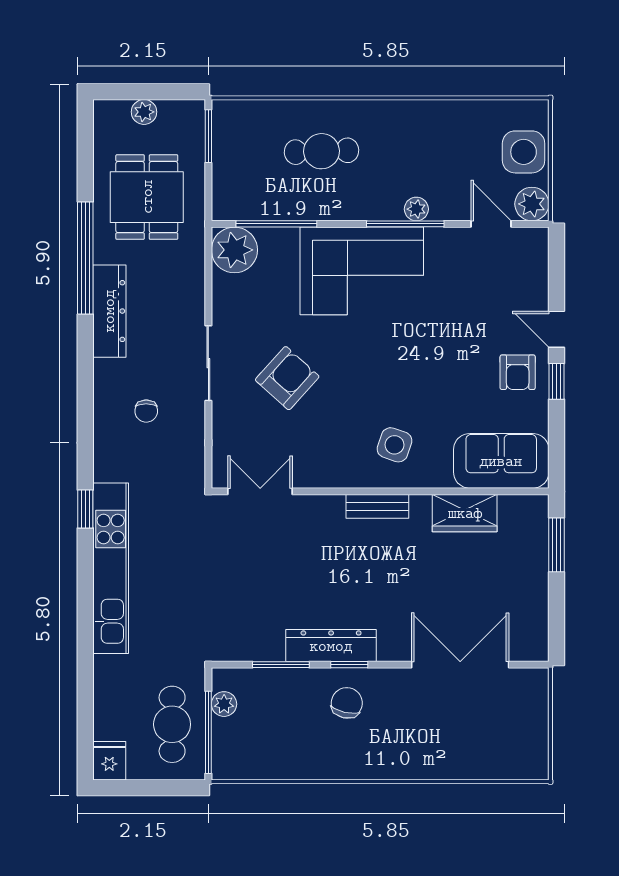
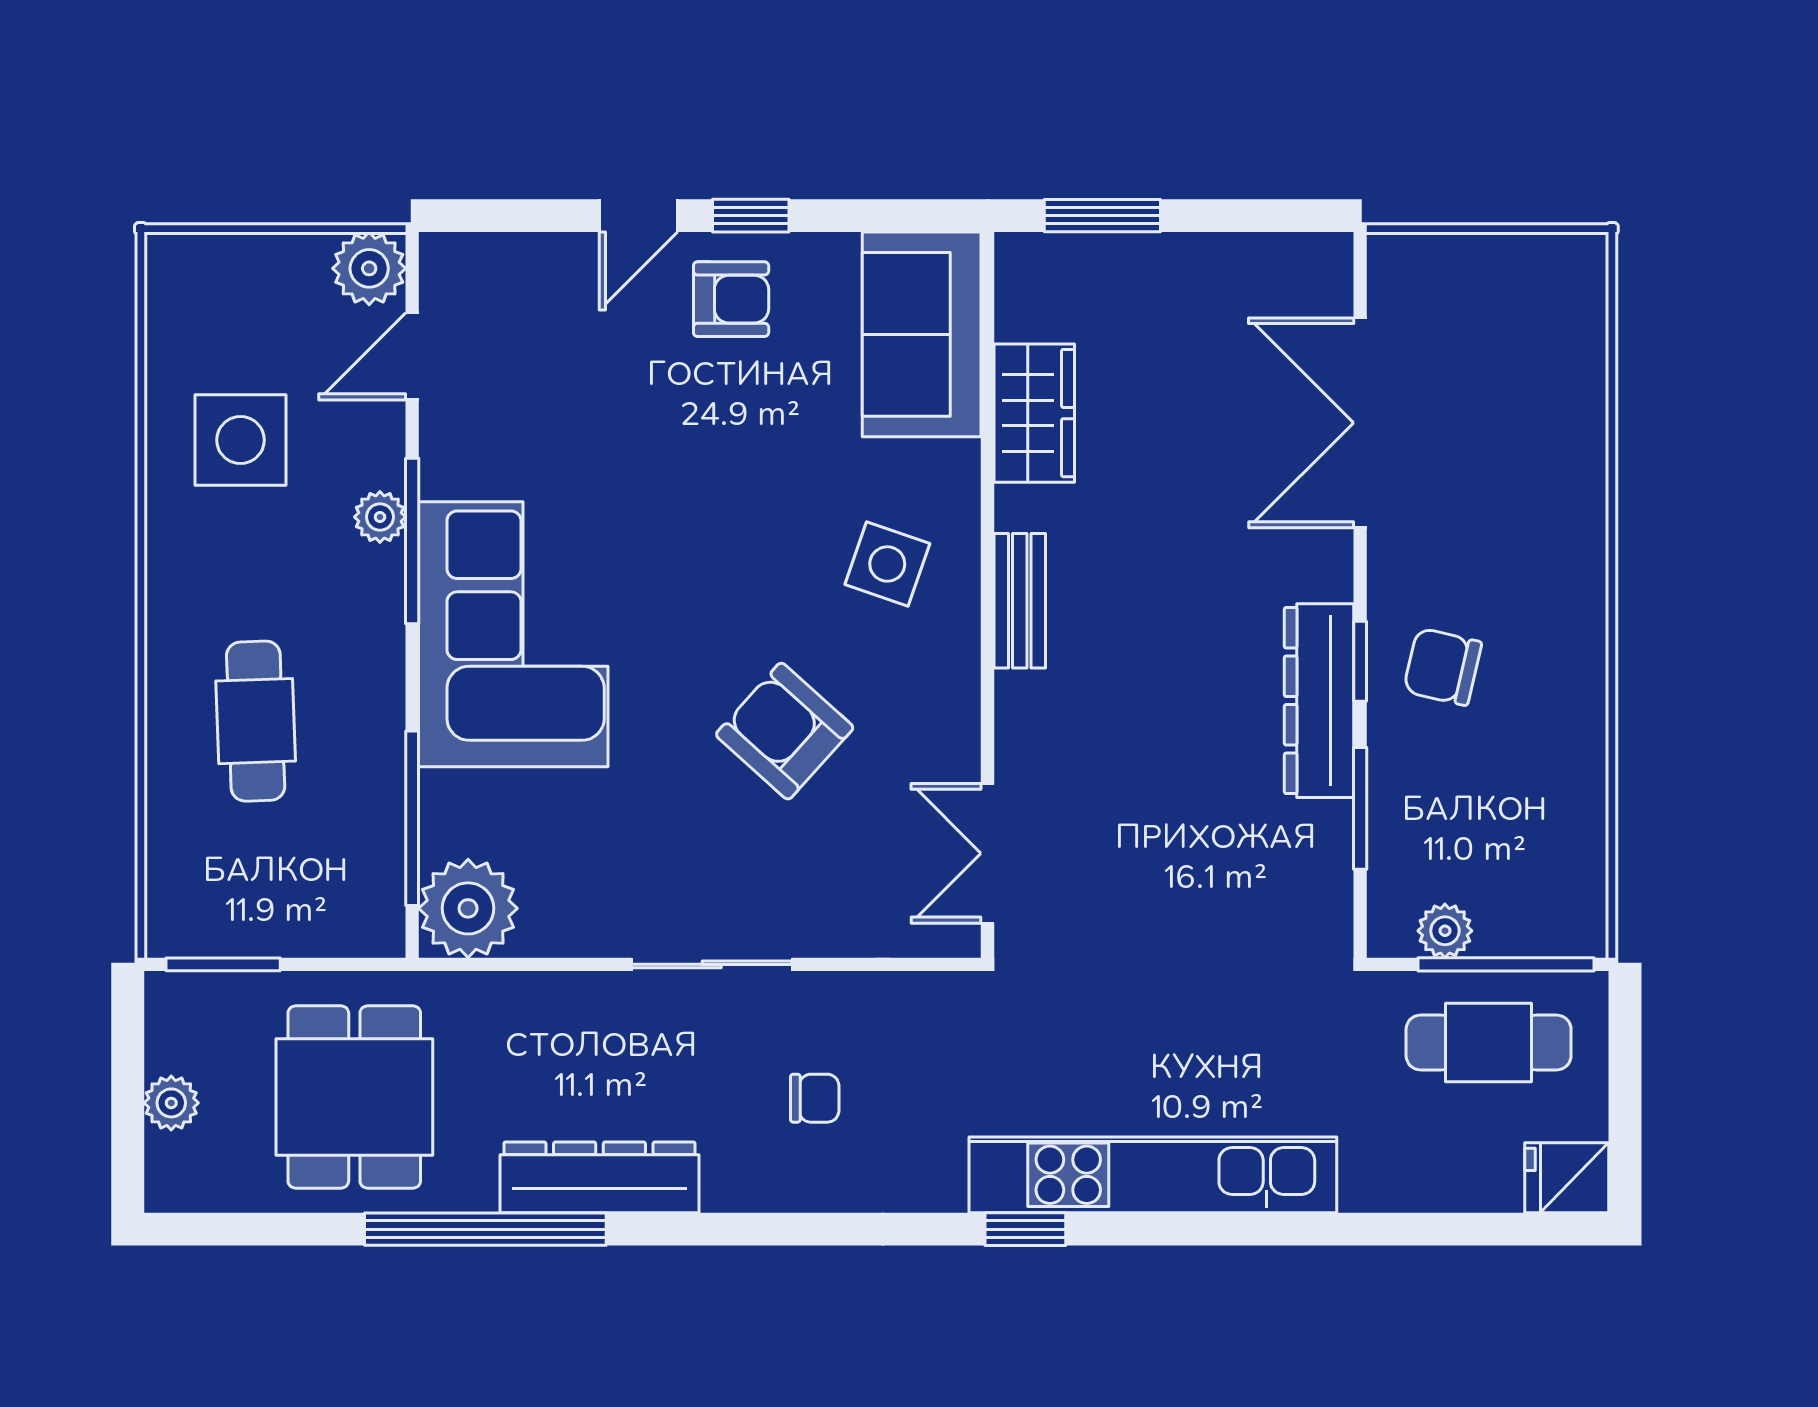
side table: (524, 152) -> (240, 440), moved
dining table: (147, 197) -> (354, 1097), turned 90
armchair: (287, 378) -> (785, 731), moved

